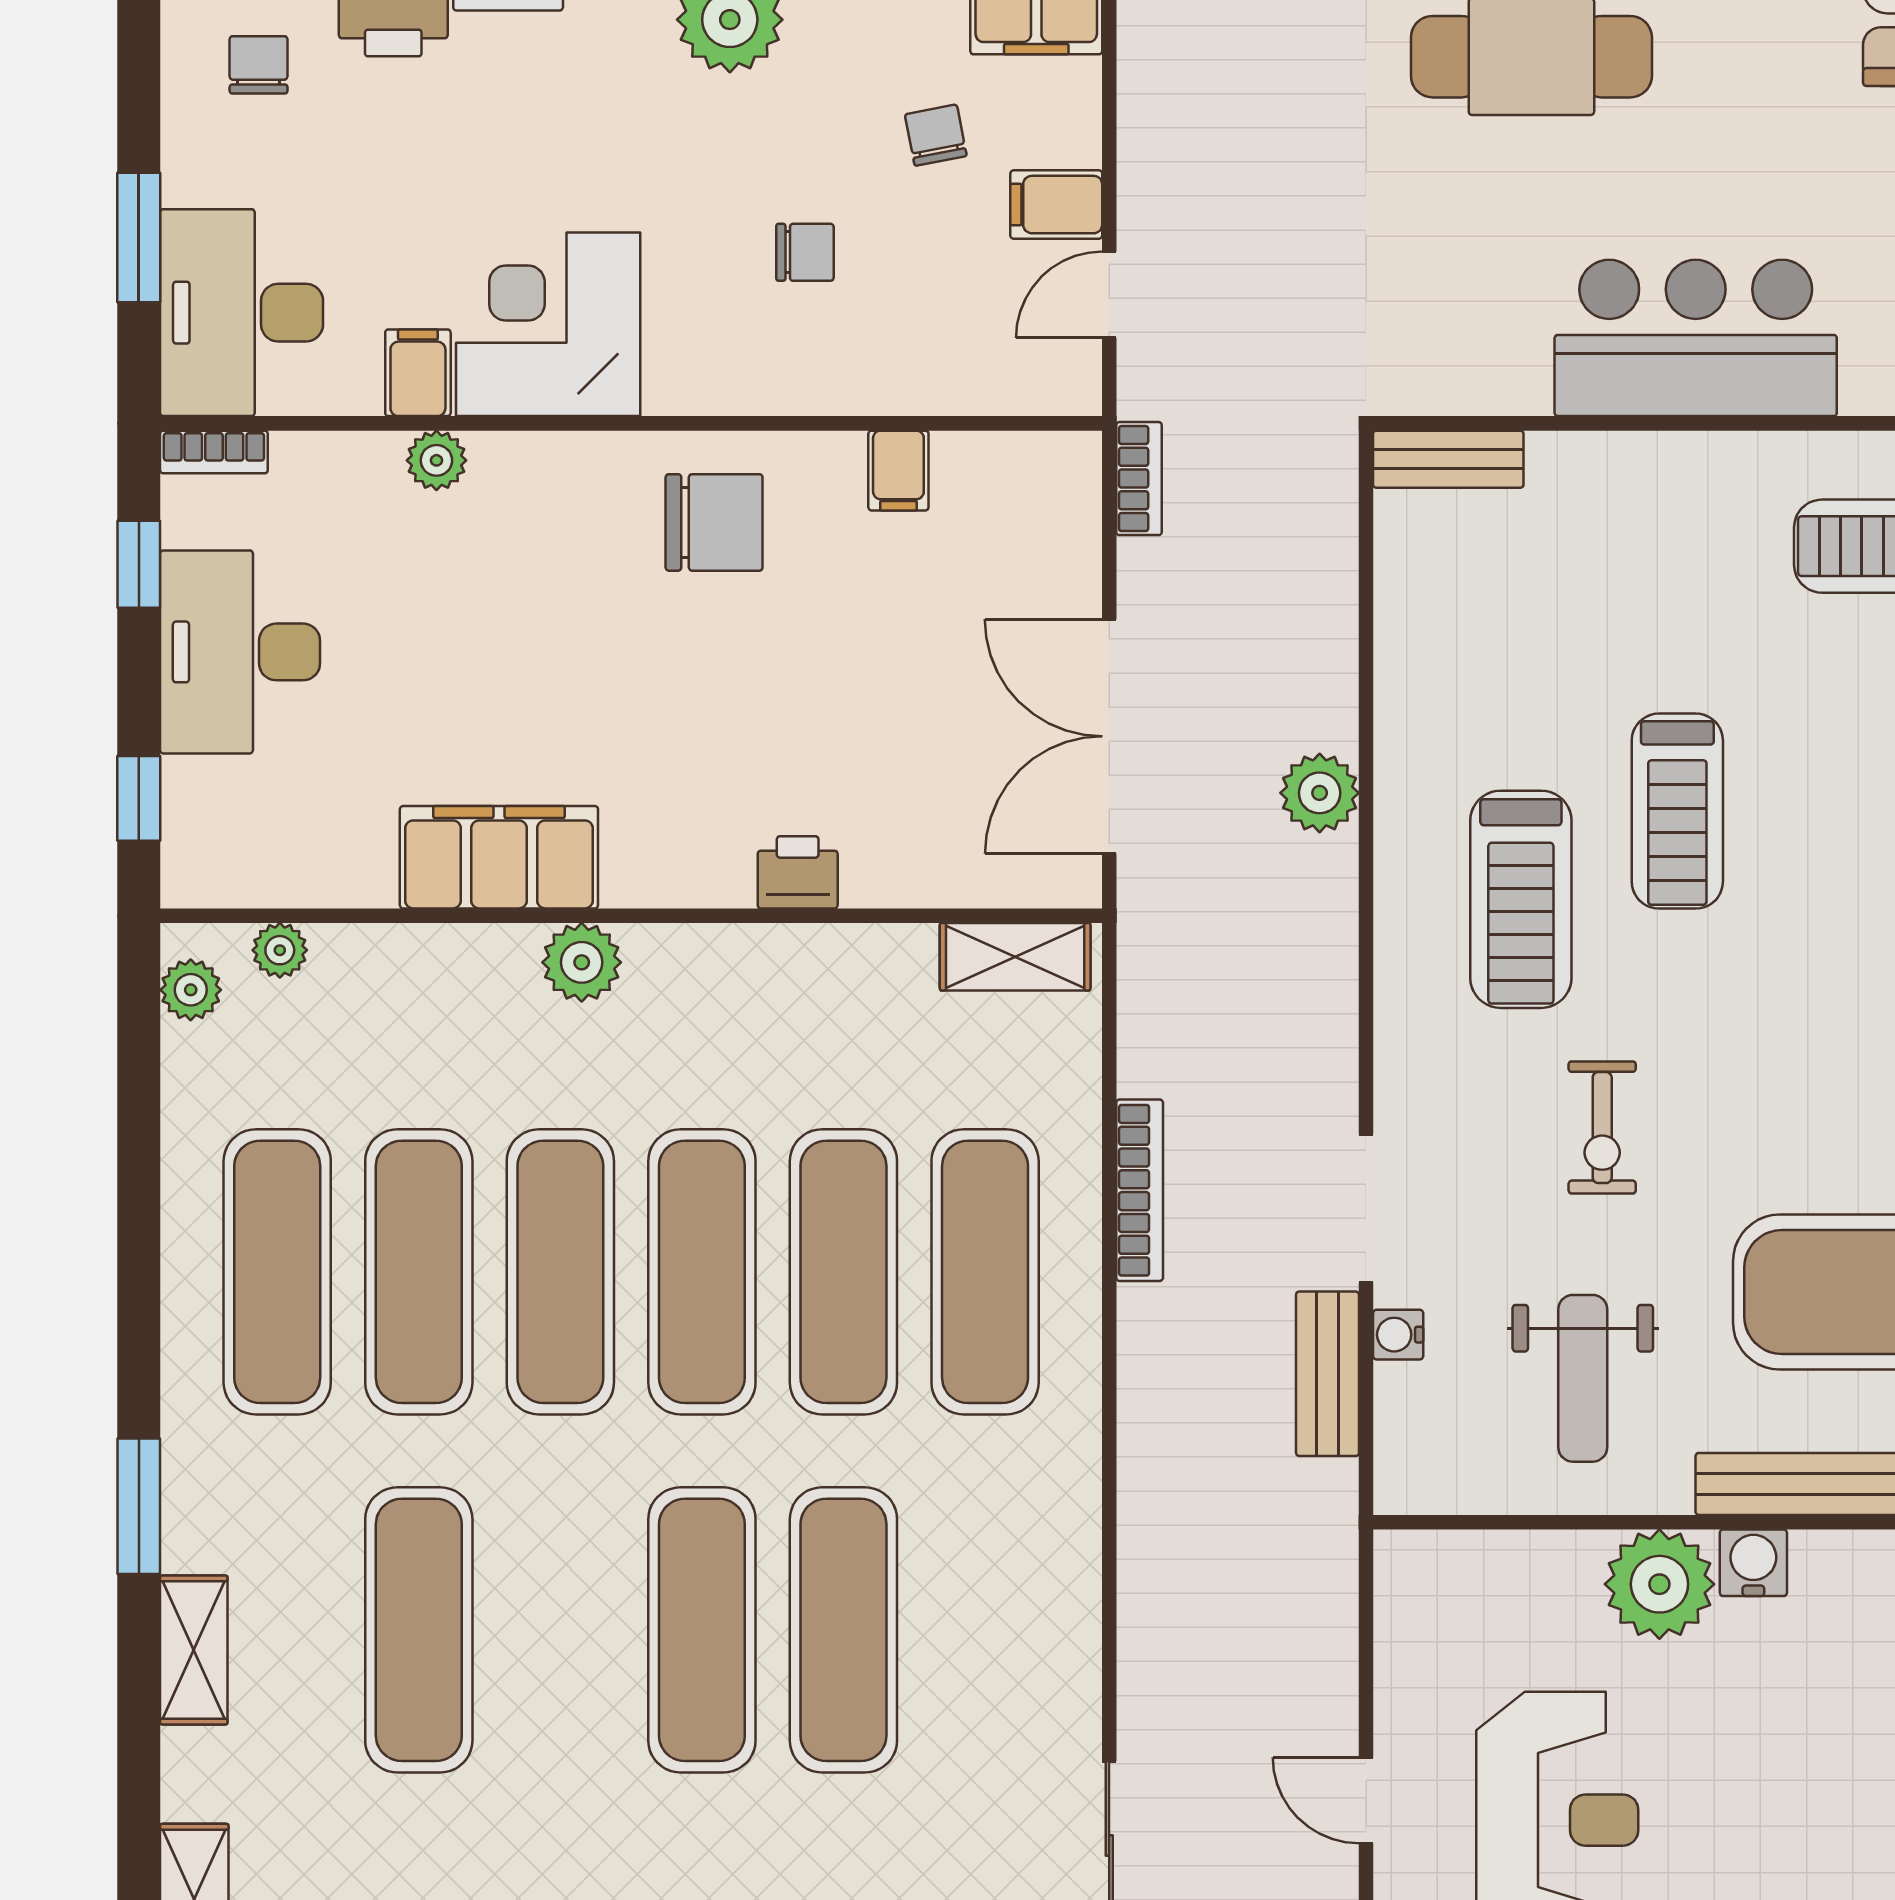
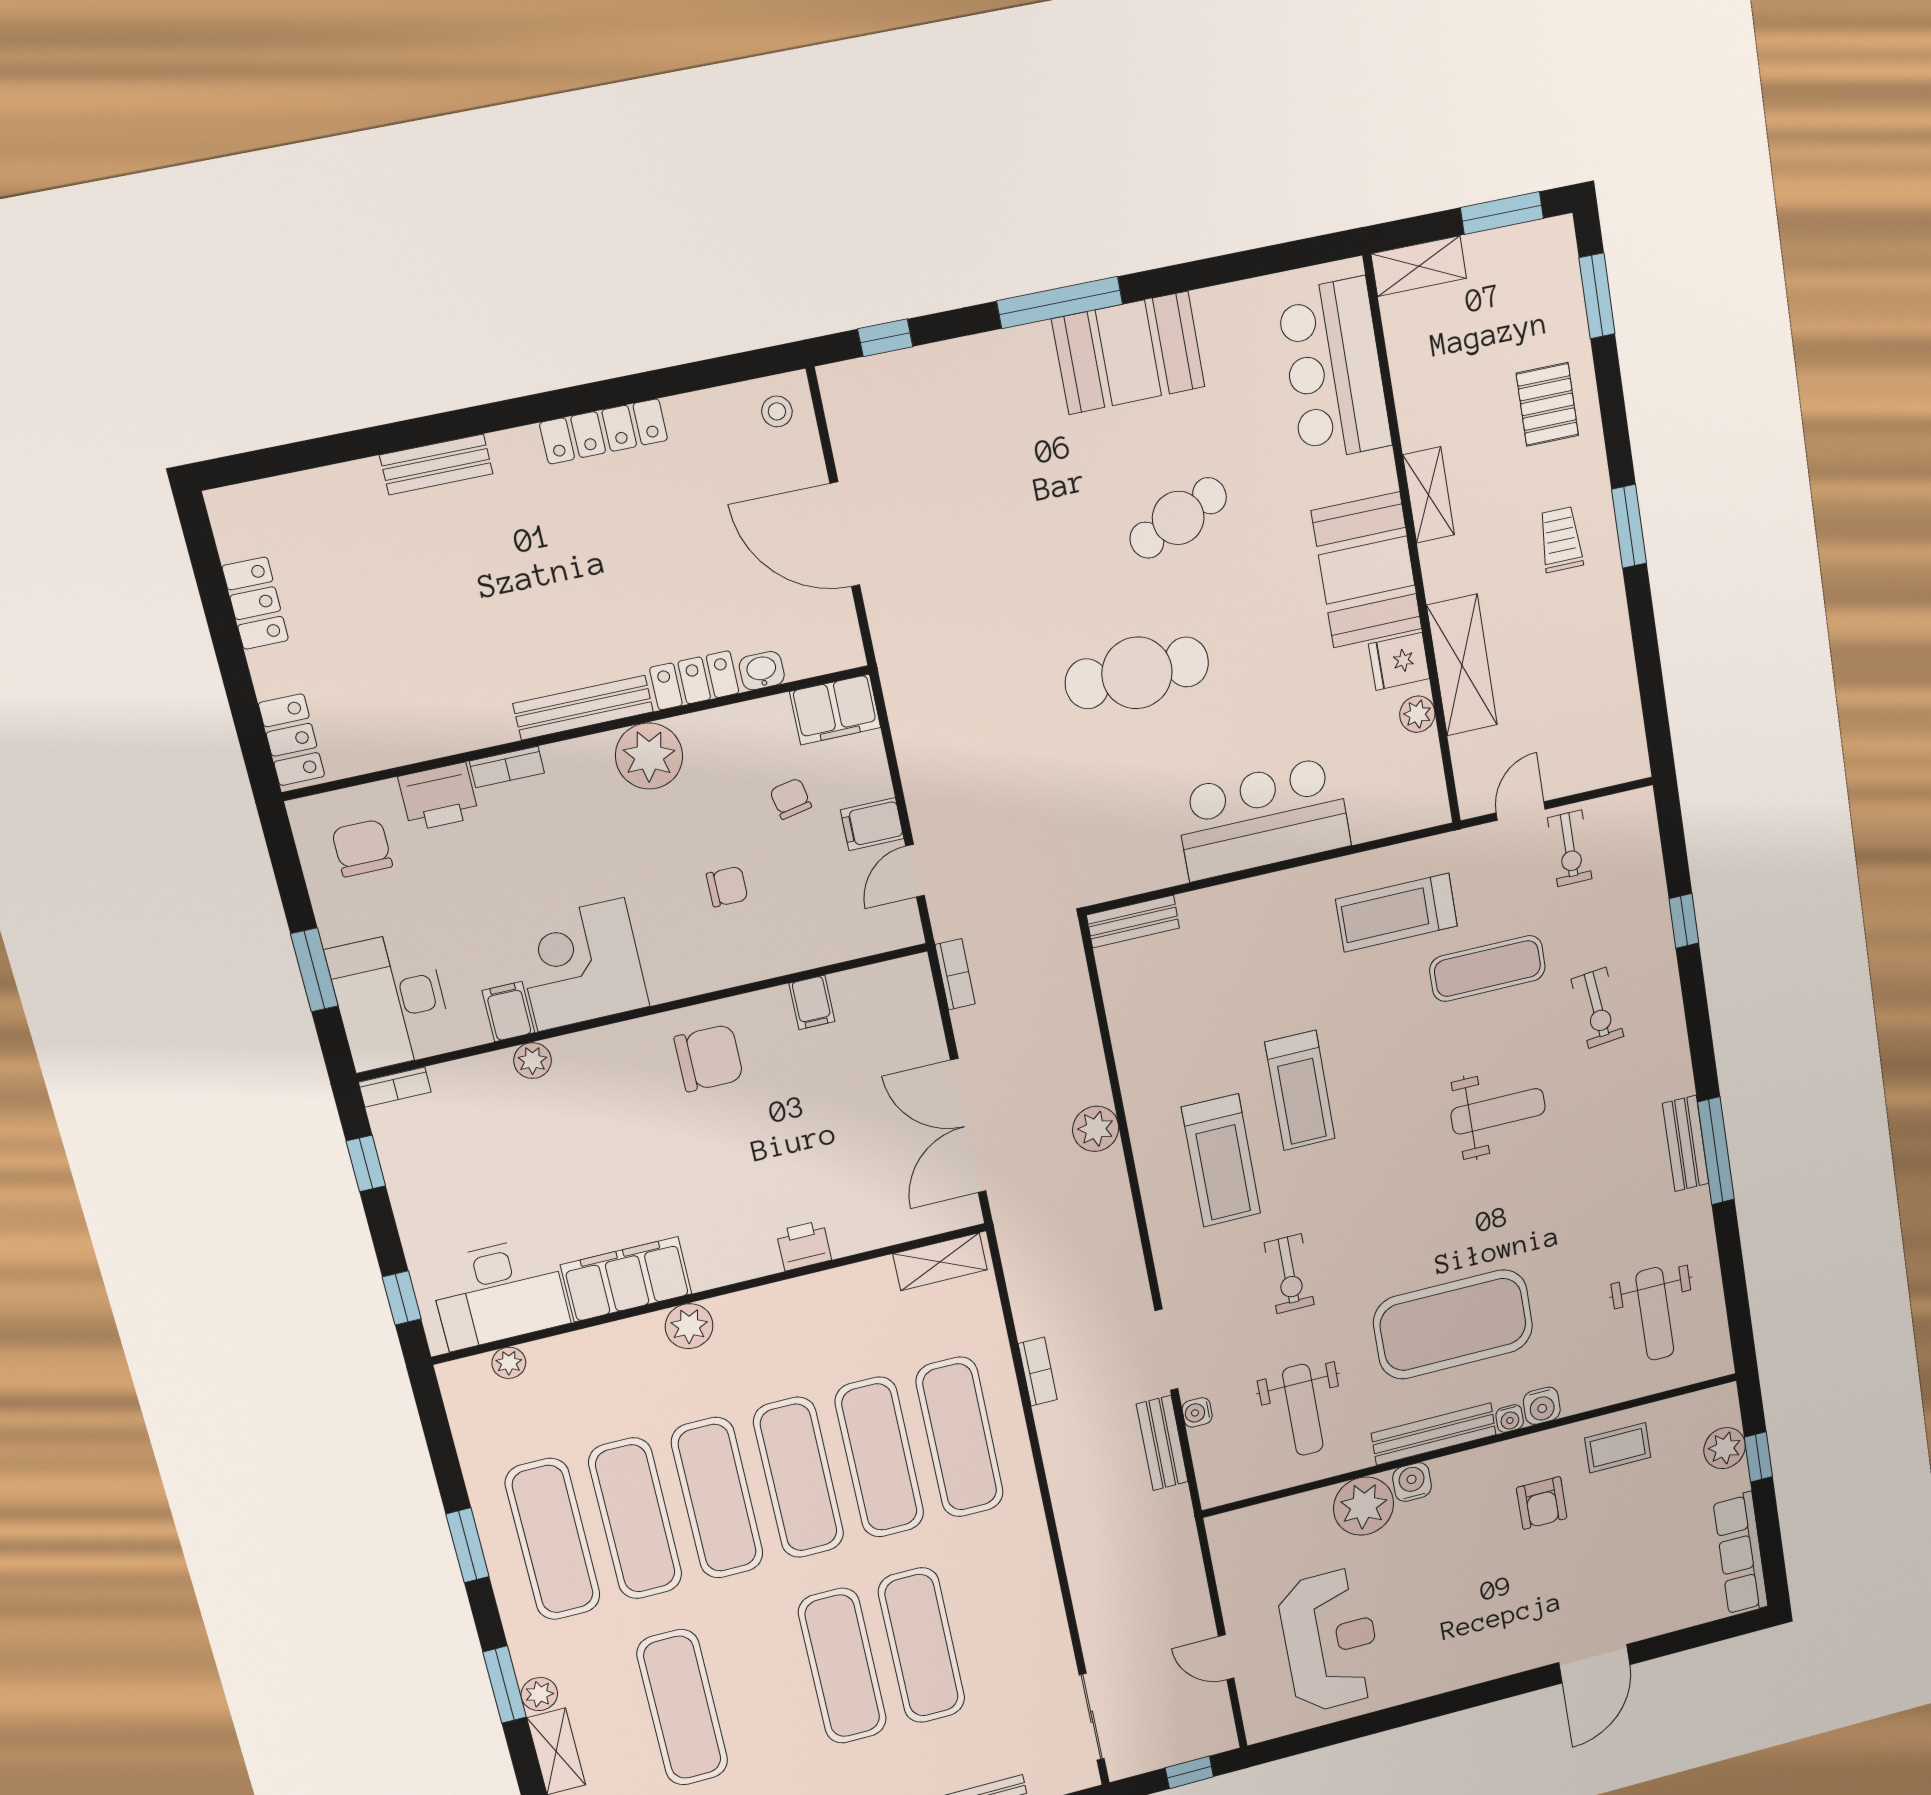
chair: (259, 65) -> (362, 848), width x1.37, depth x1.37
desk: (240, 652) -> (499, 1293), moved, turned -90
plant: (191, 990) -> (539, 1694), moved
bookcase: (1140, 1190) -> (1038, 1372), width x0.64
window: (139, 1245) -> (468, 1545), added

